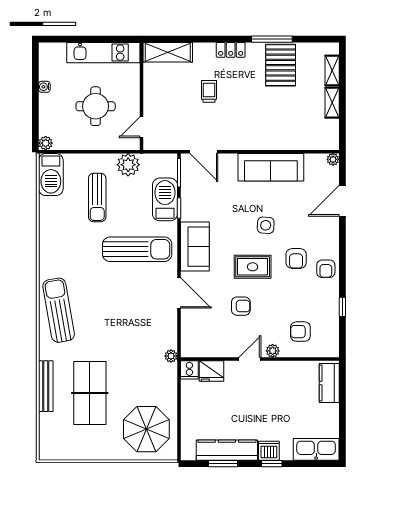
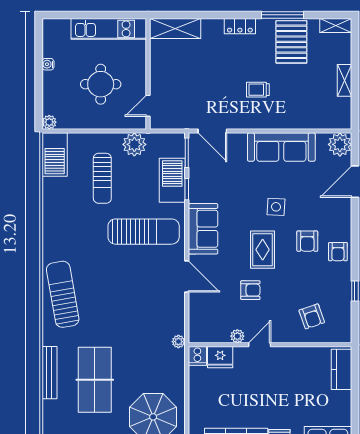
shelving: (332, 70) -> (336, 25), moved, turned 90
trolley: (209, 91) -> (258, 90), moved, turned -90
plant: (333, 159) -> (340, 144), width x1.87, depth x1.87
rug: (253, 267) -> (263, 250), turned 90
armchair: (300, 332) -> (312, 316), turned -109
plant: (273, 351) -> (237, 336), moved

